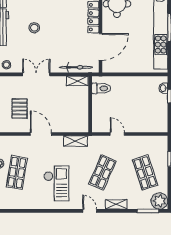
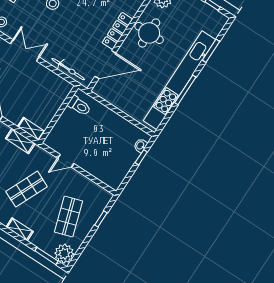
shelving: (77, 81) -> (31, 129), moved
door: (117, 134) -> (66, 161), swing flipped

